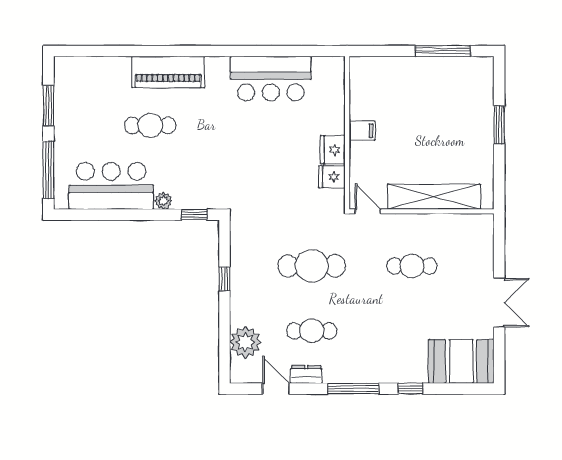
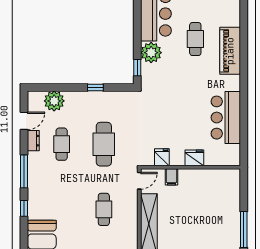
filing cabinet: (362, 131) -> (172, 177), moved
fridge: (333, 150) -> (194, 158), moved
plant: (164, 201) -> (151, 53), width x1.87, depth x1.87

